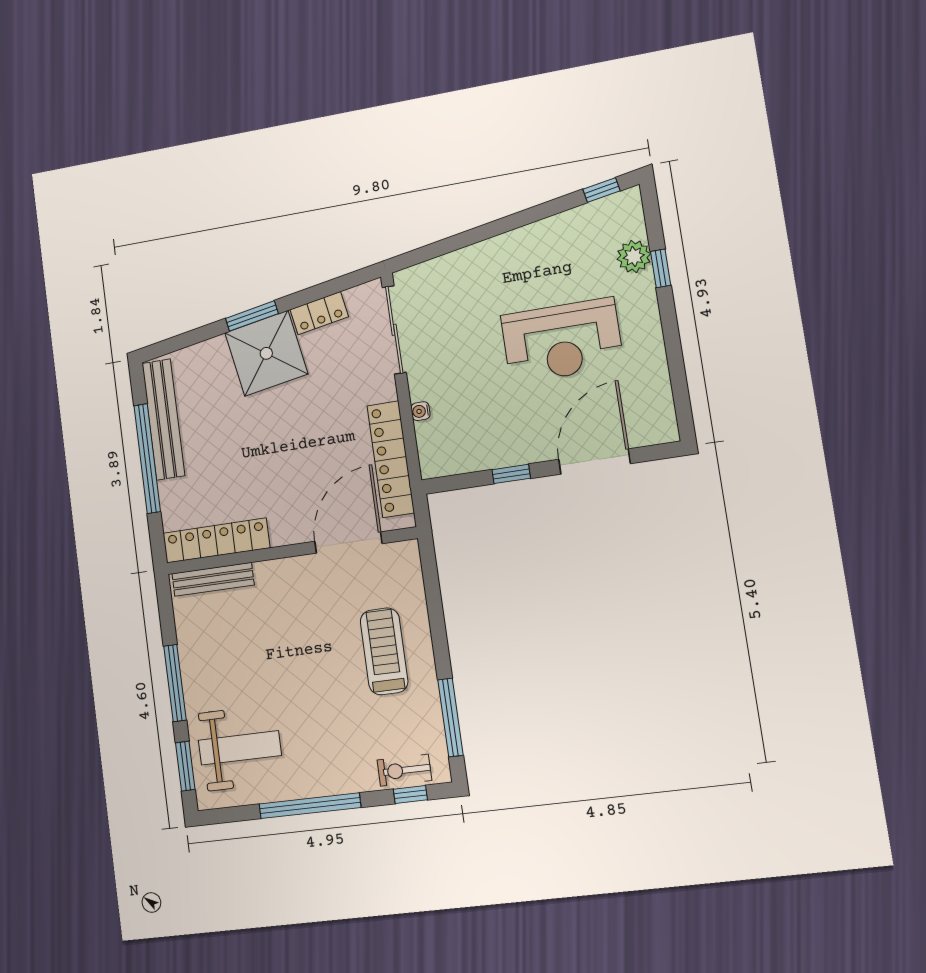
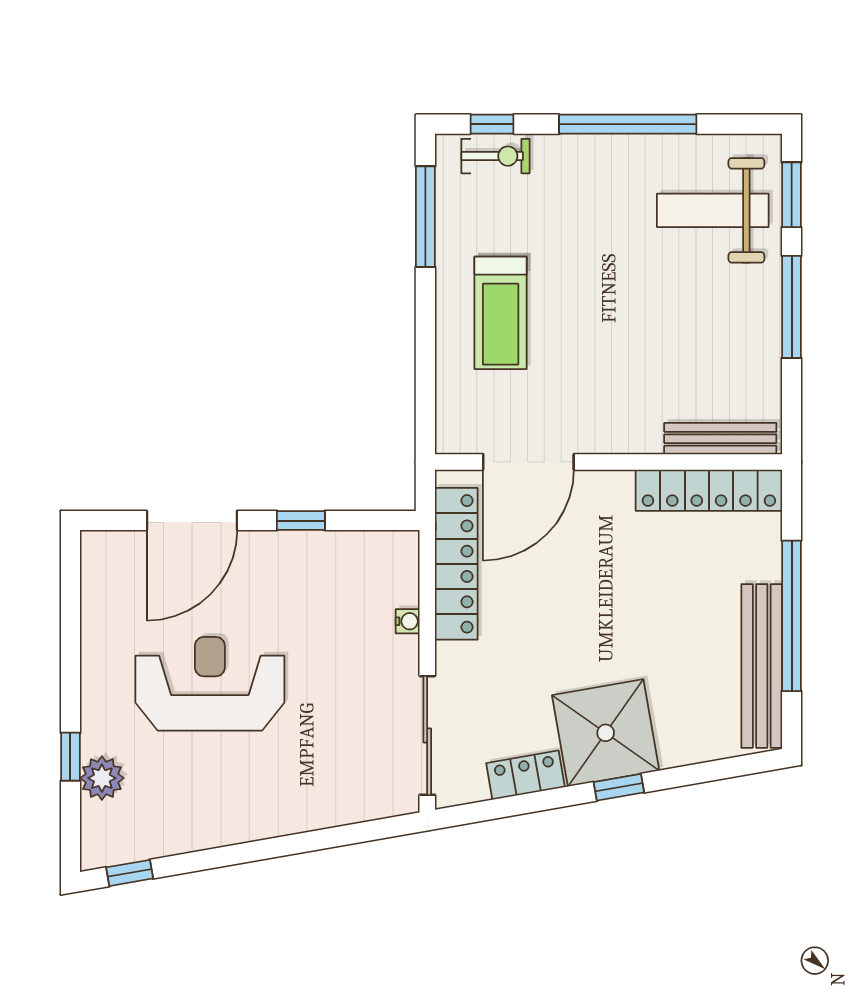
window: (252, 316) -> (619, 787), width x0.67

